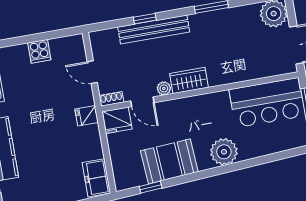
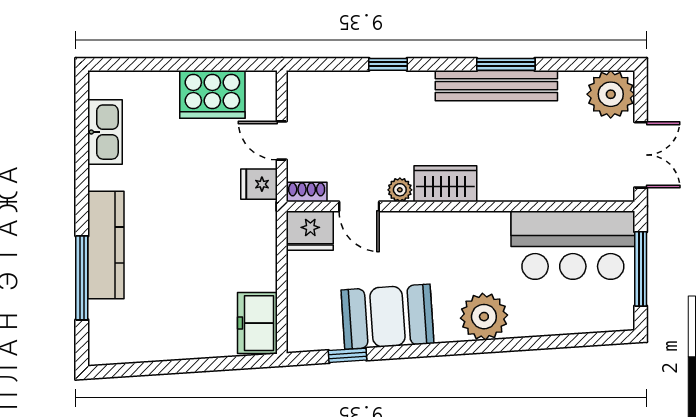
bench: (154, 29) -> (496, 86), moved
cooker: (39, 51) -> (212, 94), width x1.87, depth x1.31
fridge: (87, 116) -> (259, 184), moved

